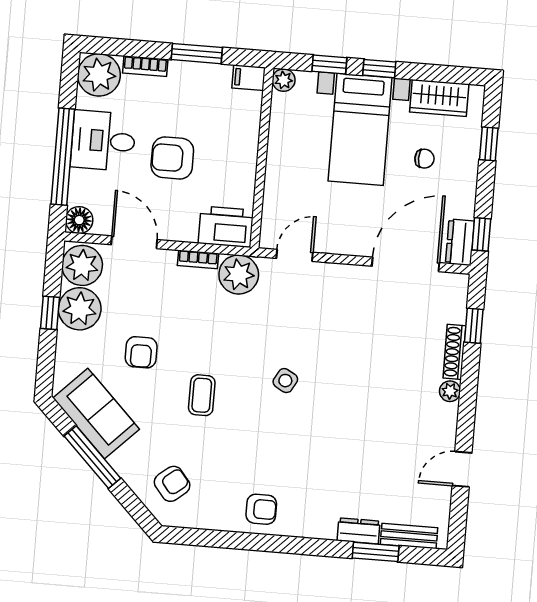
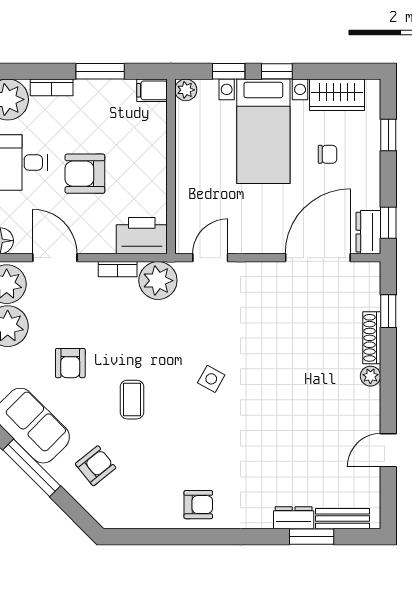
armchair: (172, 484) -> (96, 466), moved

